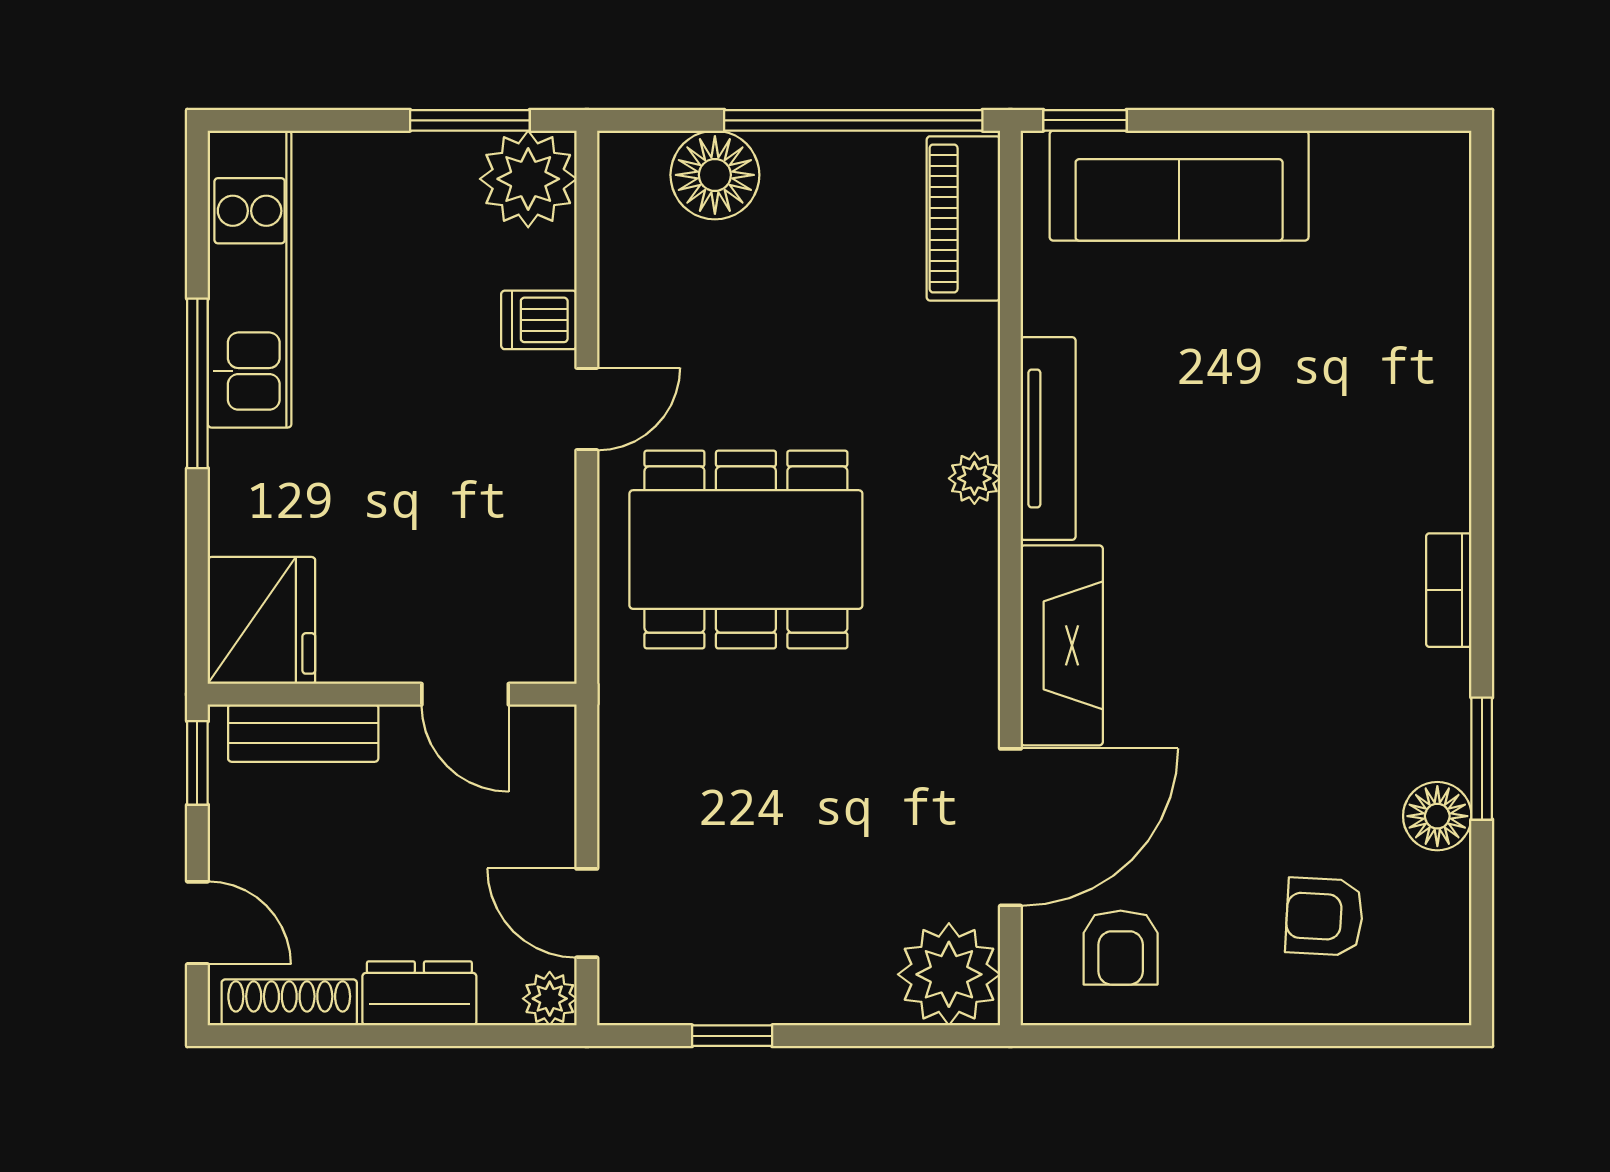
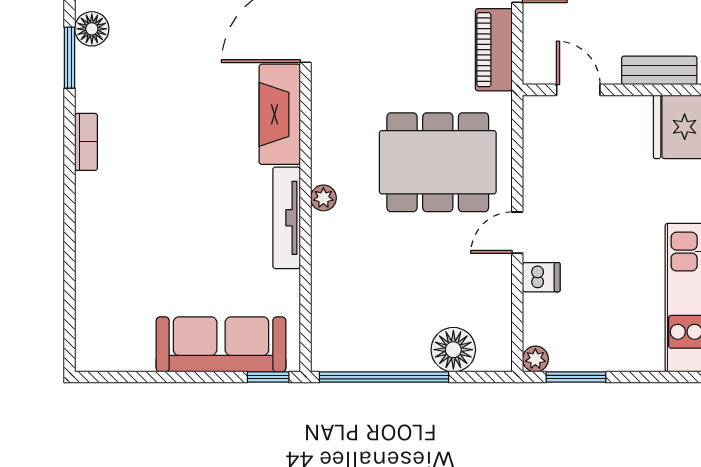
plant: (528, 179) -> (535, 359), width x0.53, depth x0.53
piano: (963, 218) -> (494, 50), moved, turned 180

